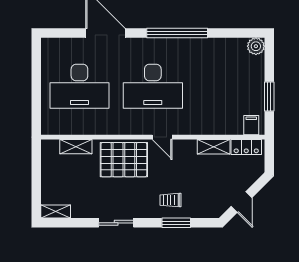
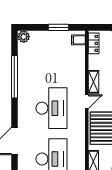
window: (177, 33) -> (14, 77), moved
shelving: (214, 147) -> (93, 82), moved

